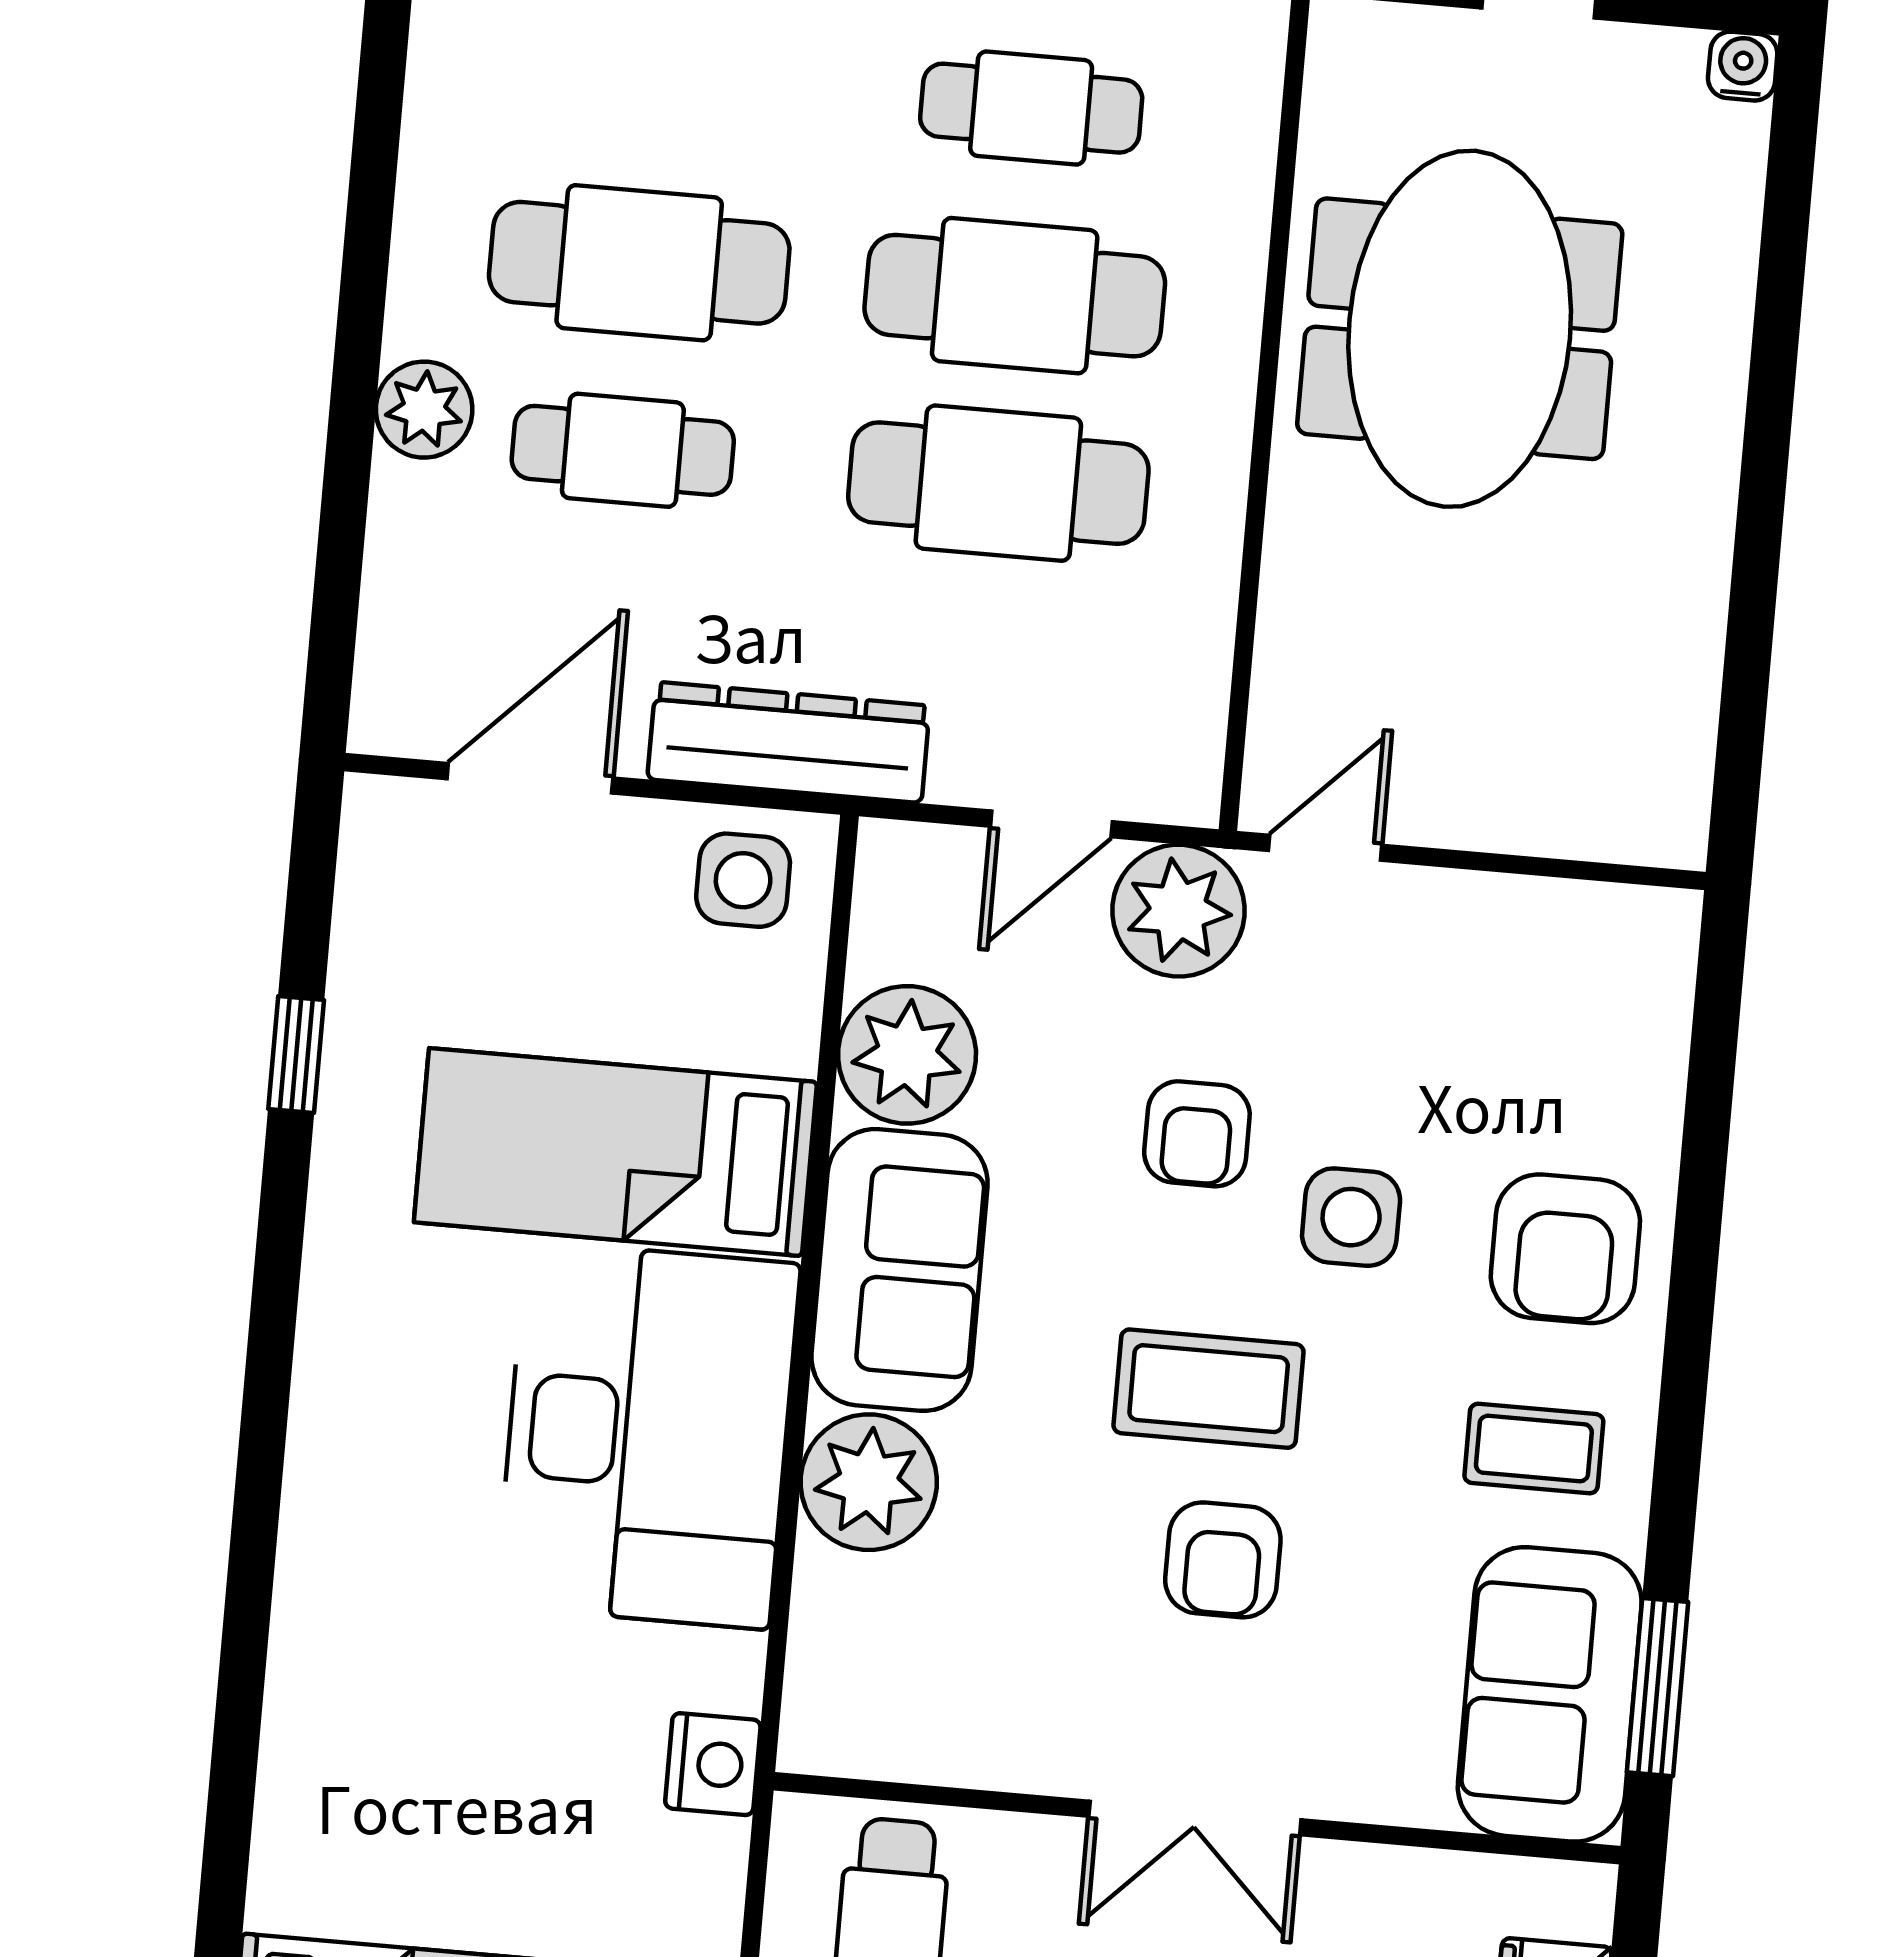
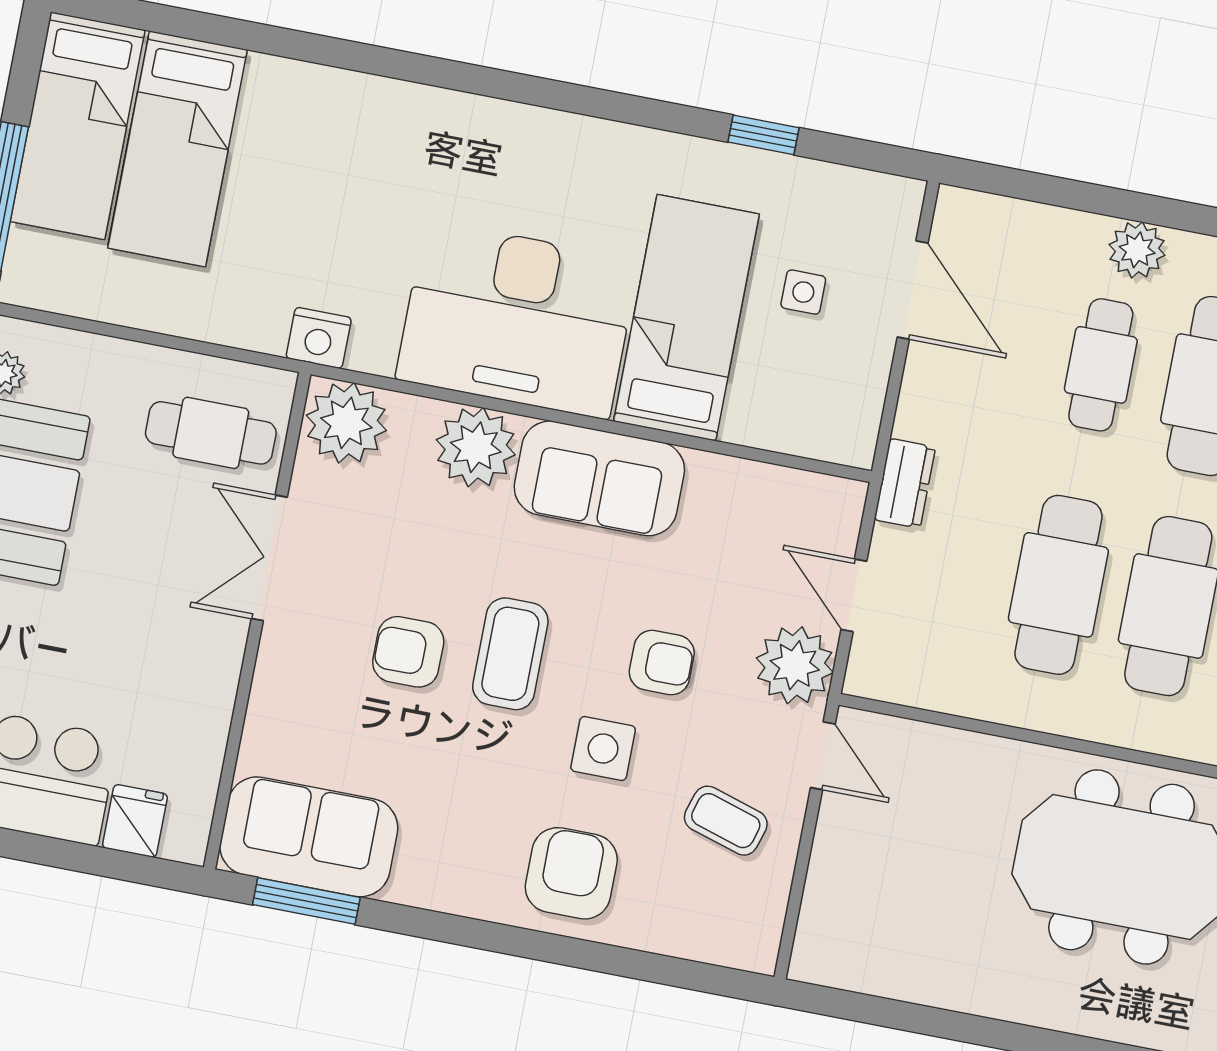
dresser: (789, 742) -> (905, 483), width x0.51, depth x0.80
side table: (743, 880) -> (803, 292), moved, width x0.73, depth x0.73
plant: (907, 1055) -> (346, 423), moved
armchair: (1197, 1134) -> (662, 663), turned 180
armchair: (1565, 1249) -> (571, 873), turned 90
coffee table: (1534, 1449) -> (726, 821), moved, turned -73
double door: (1195, 1818) -> (269, 558), moved

